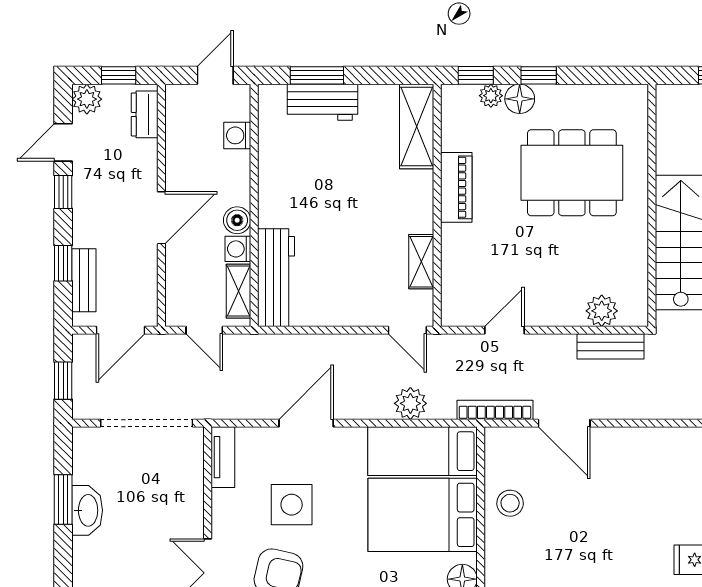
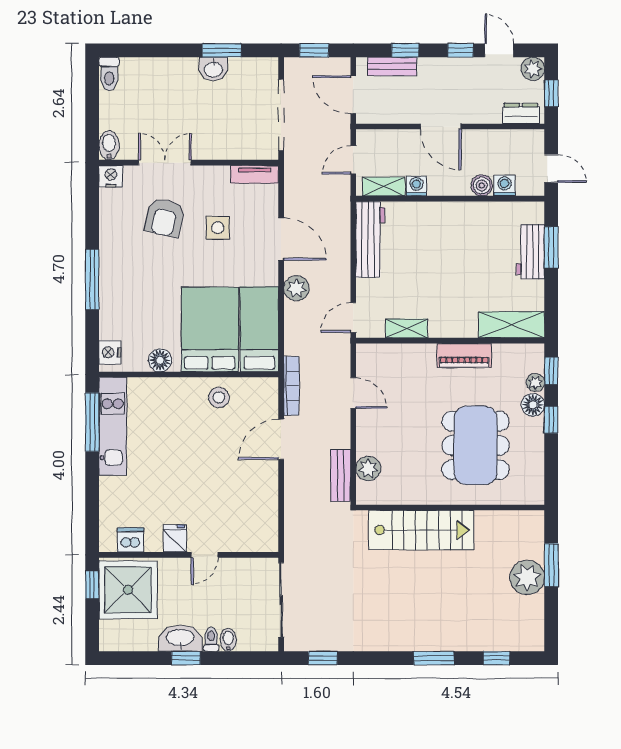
boiler: (237, 220) -> (482, 185), moved
workbench: (276, 278) -> (370, 239), moved, turned -90
plant: (410, 403) -> (296, 288), moved
side table: (292, 505) -> (218, 228), width x0.73, depth x0.73
washbasin: (87, 510) -> (213, 69), width x0.72

